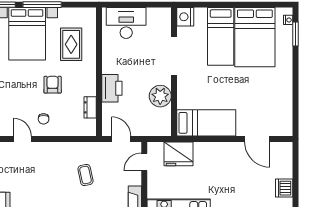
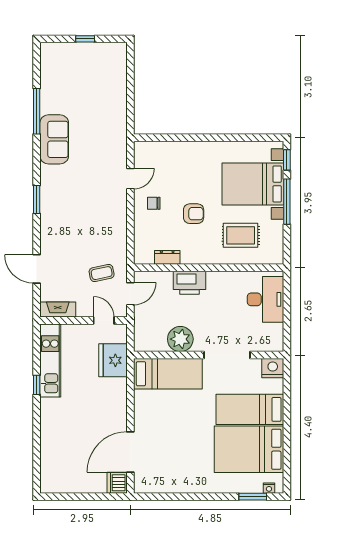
bed: (206, 123) -> (168, 374), moved, turned -90
door: (257, 139) -> (130, 452), width x1.36
coffee table: (85, 175) -> (102, 273), moved
dishwasher: (284, 188) -> (117, 483), moved, turned -90

